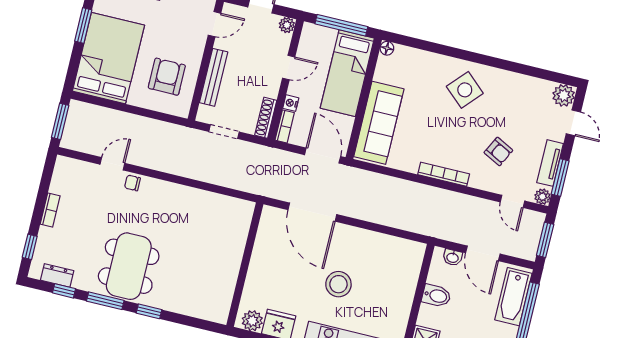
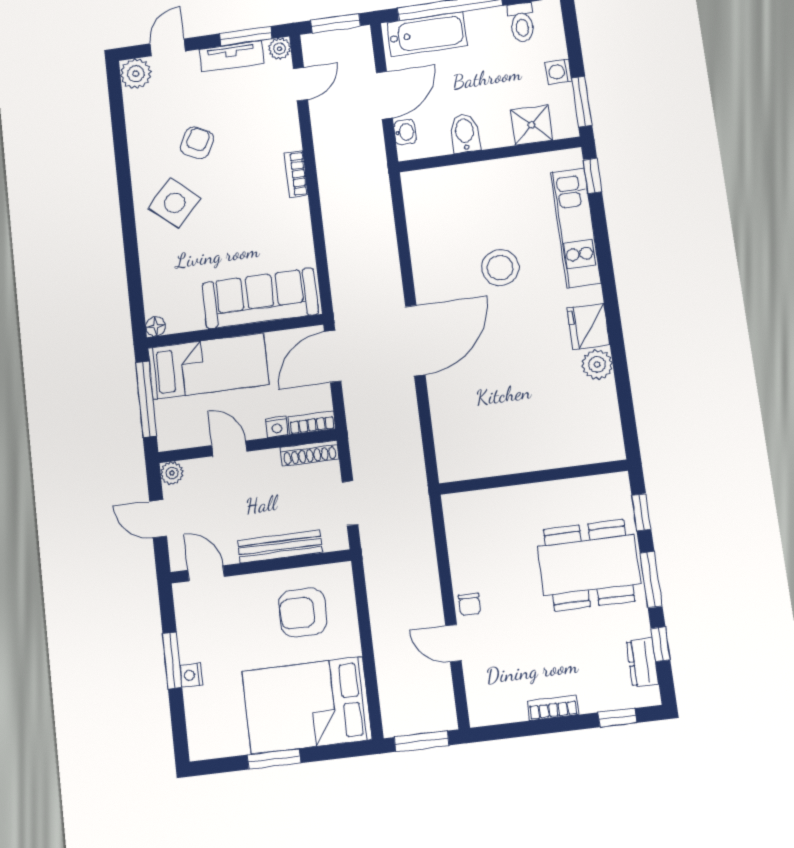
armchair: (498, 151) -> (197, 143), moved
bookcase: (444, 174) -> (296, 174), width x0.64
wall: (245, 265) -> (533, 477), moved

